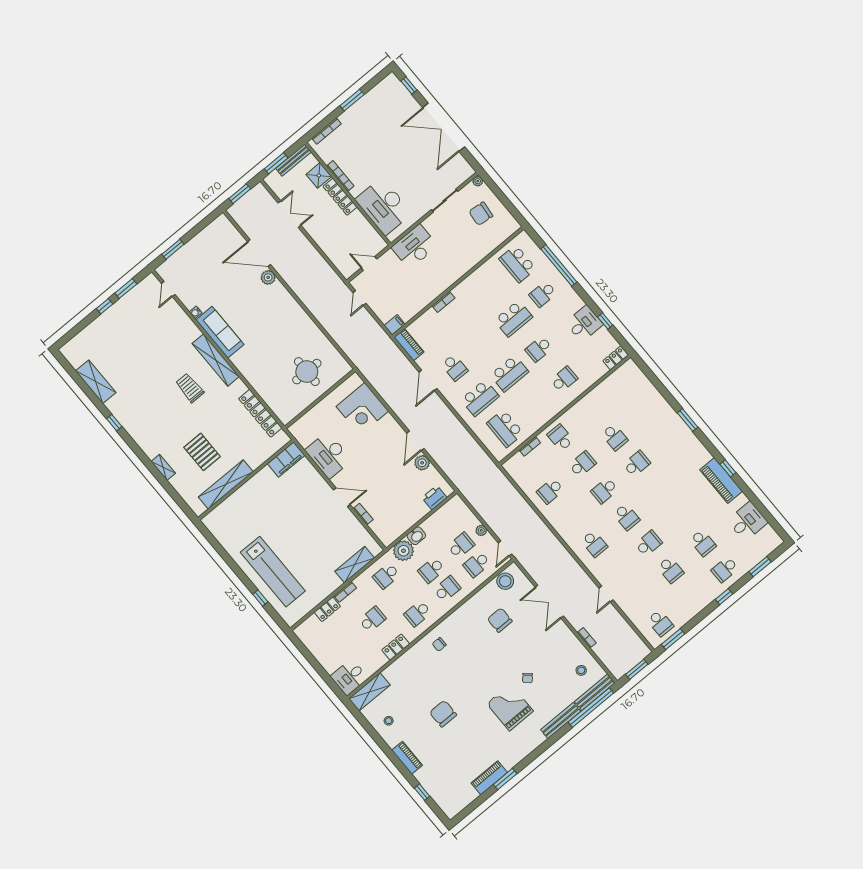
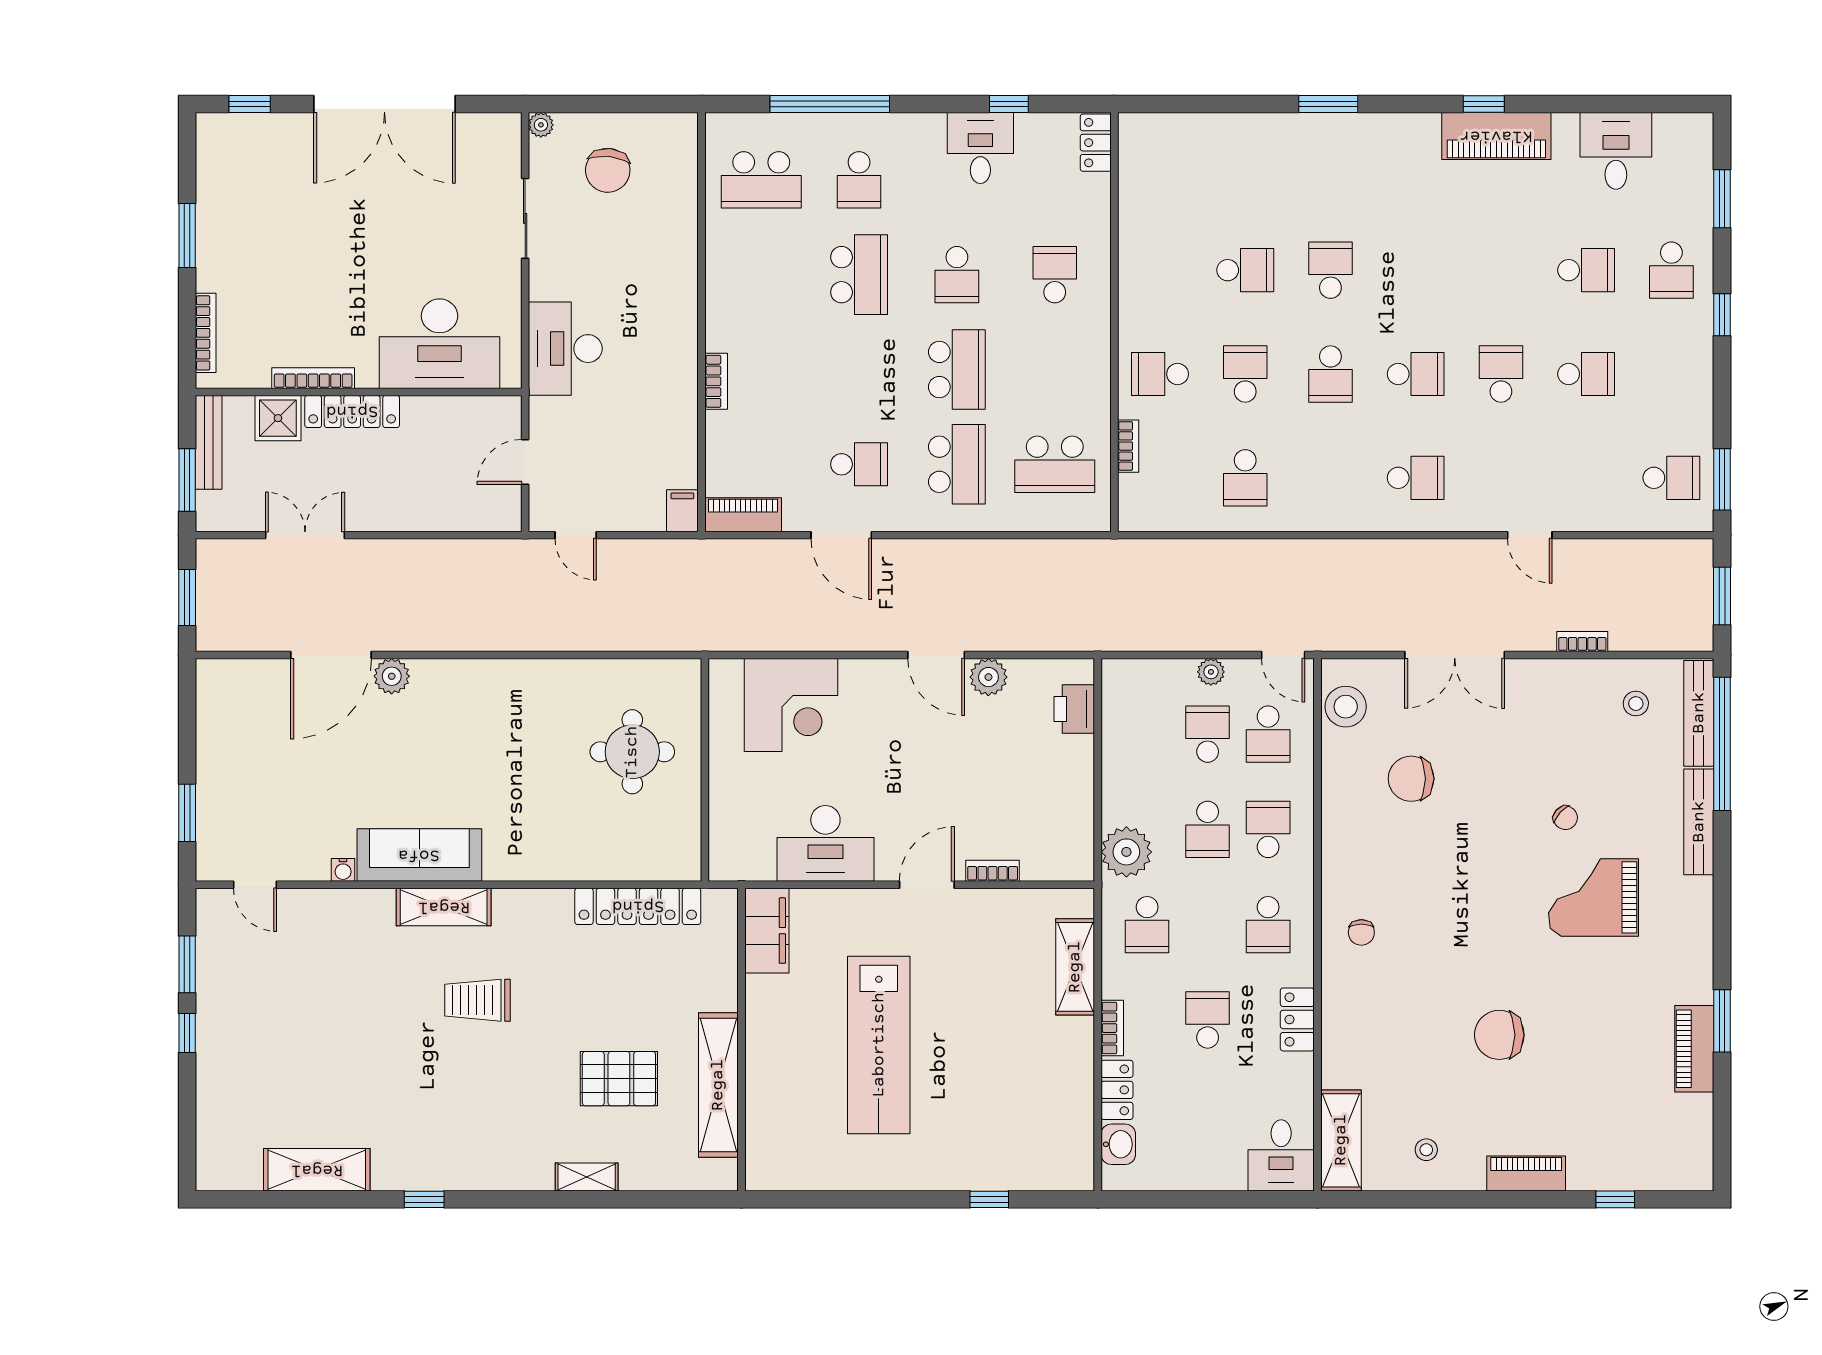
shelving: (216, 360) -> (444, 907), width x0.68
washbasin: (416, 536) -> (1118, 1144), moved
lab bench: (273, 572) -> (879, 1045), moved, turned 90

